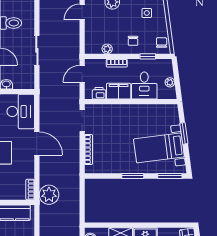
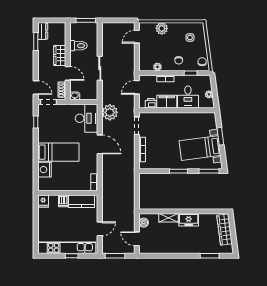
plant: (49, 195) -> (110, 112), moved

